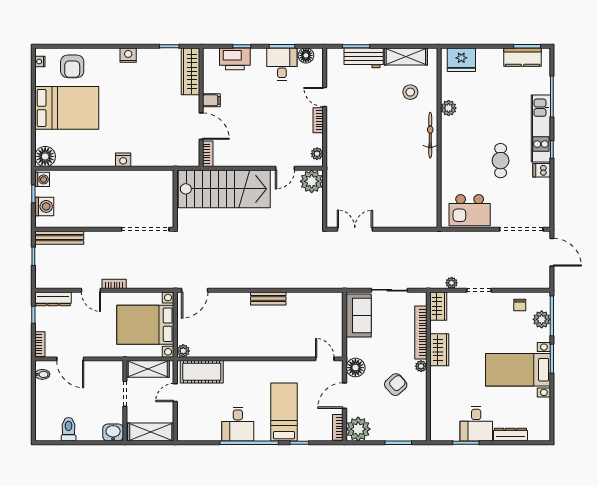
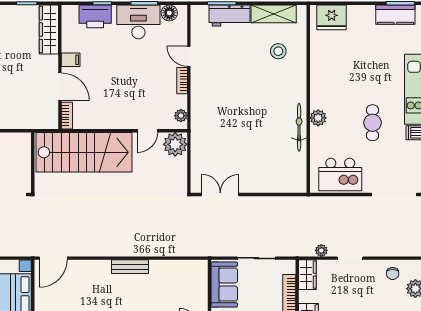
desk: (282, 64) -> (138, 22), width x1.37
plant: (449, 108) -> (318, 118), moved
bicycle: (430, 135) -> (299, 127), moved

